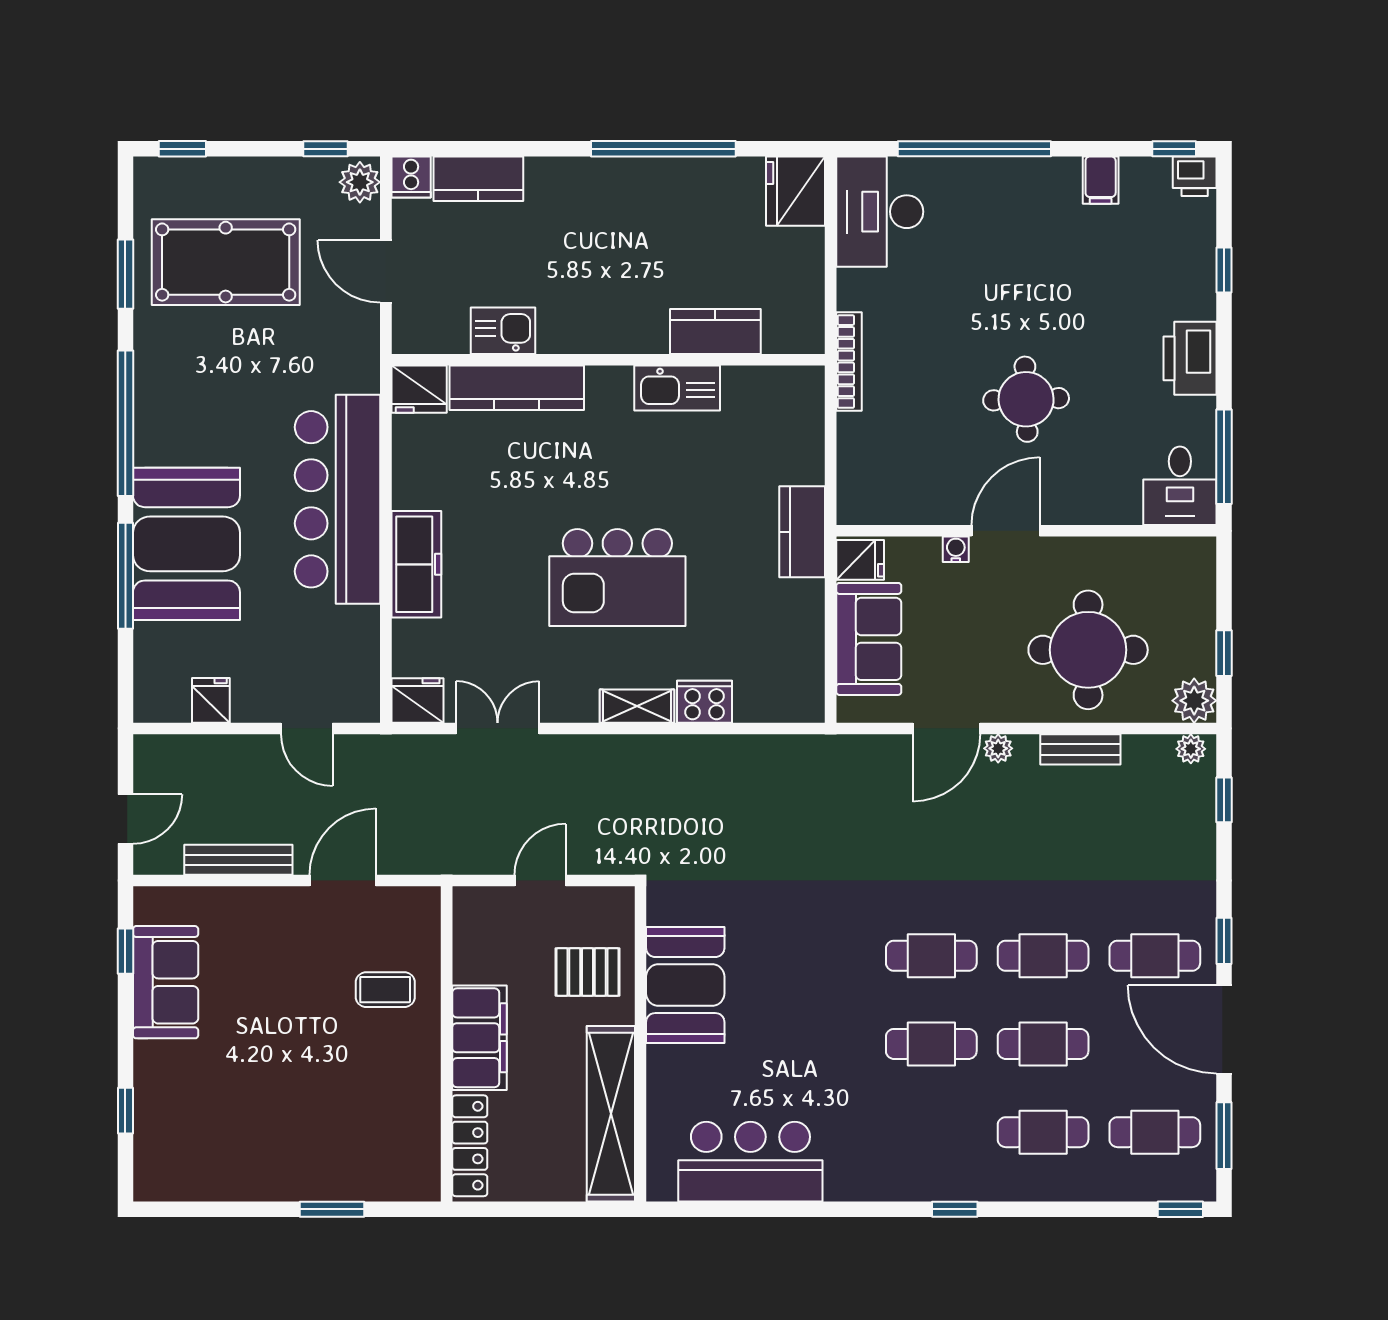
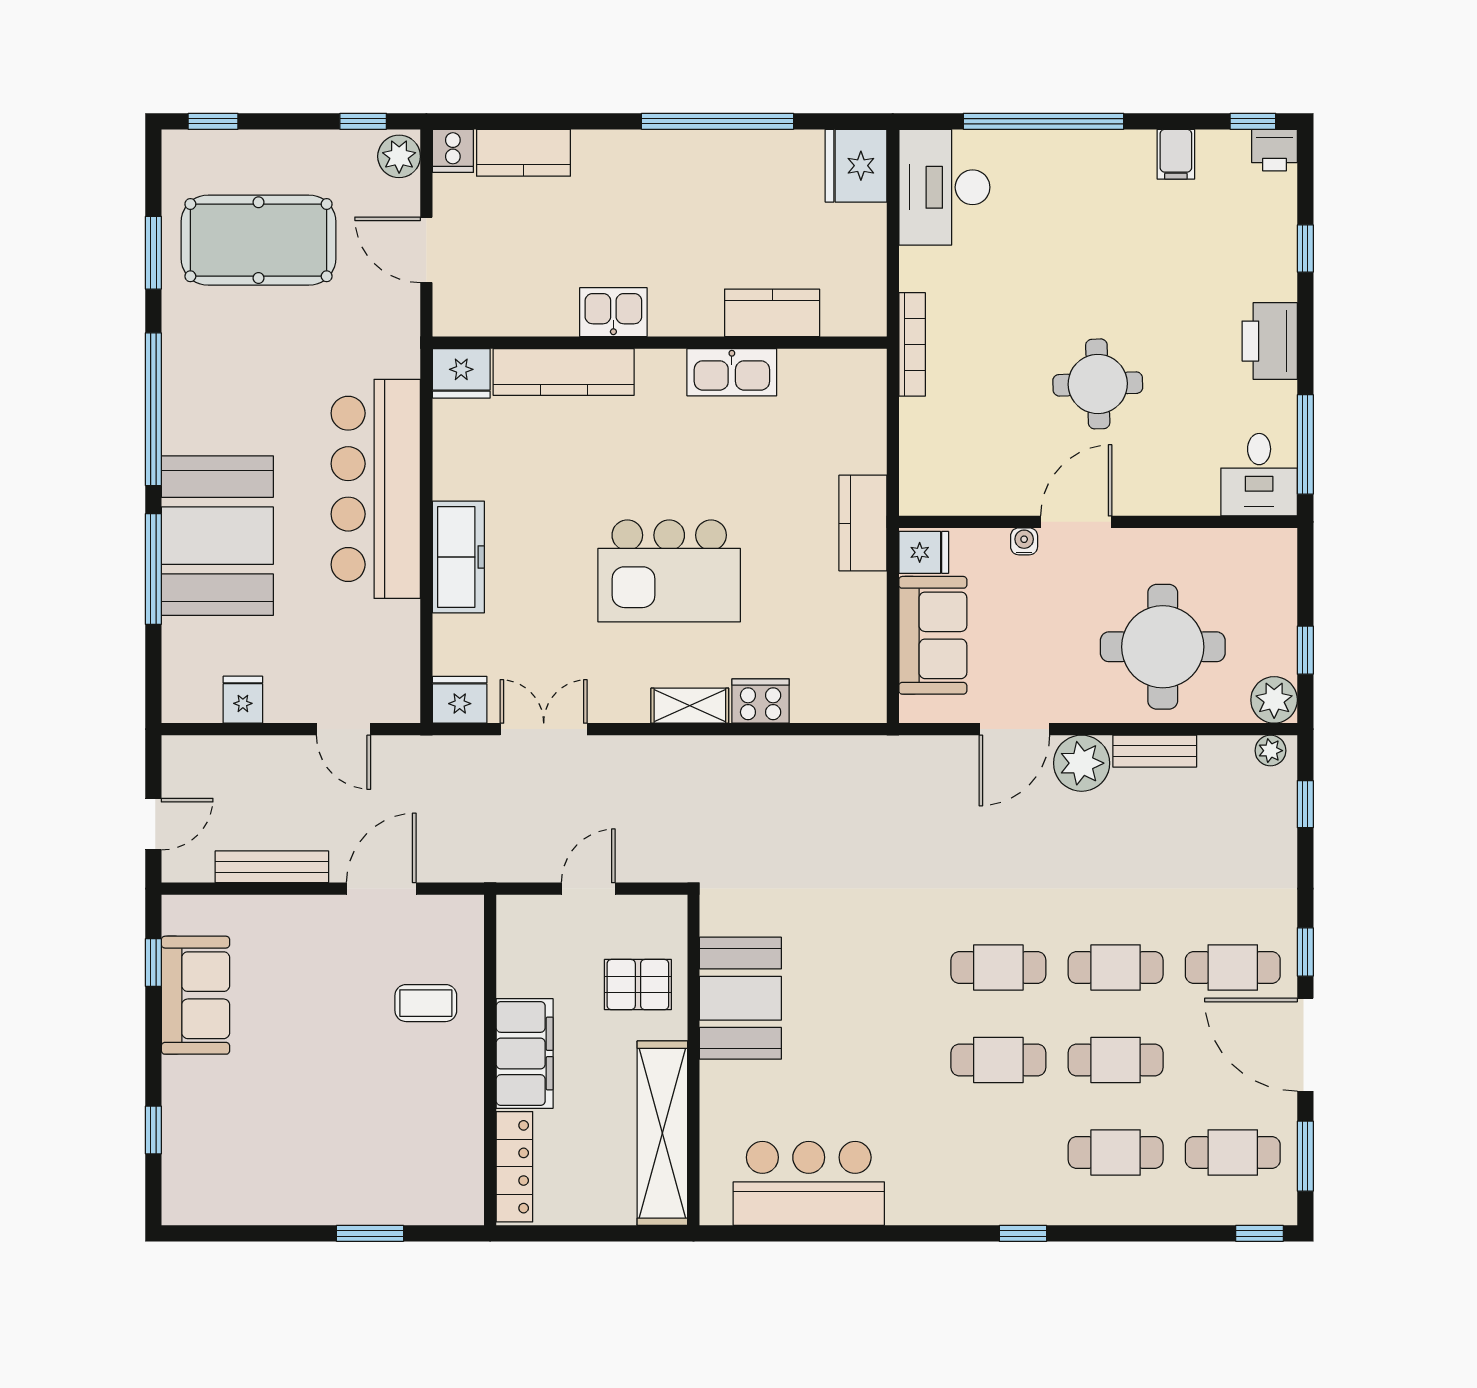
kitchen sink: (503, 331) -> (613, 312), moved
plant: (998, 748) -> (1082, 763), width x1.88, depth x1.88

